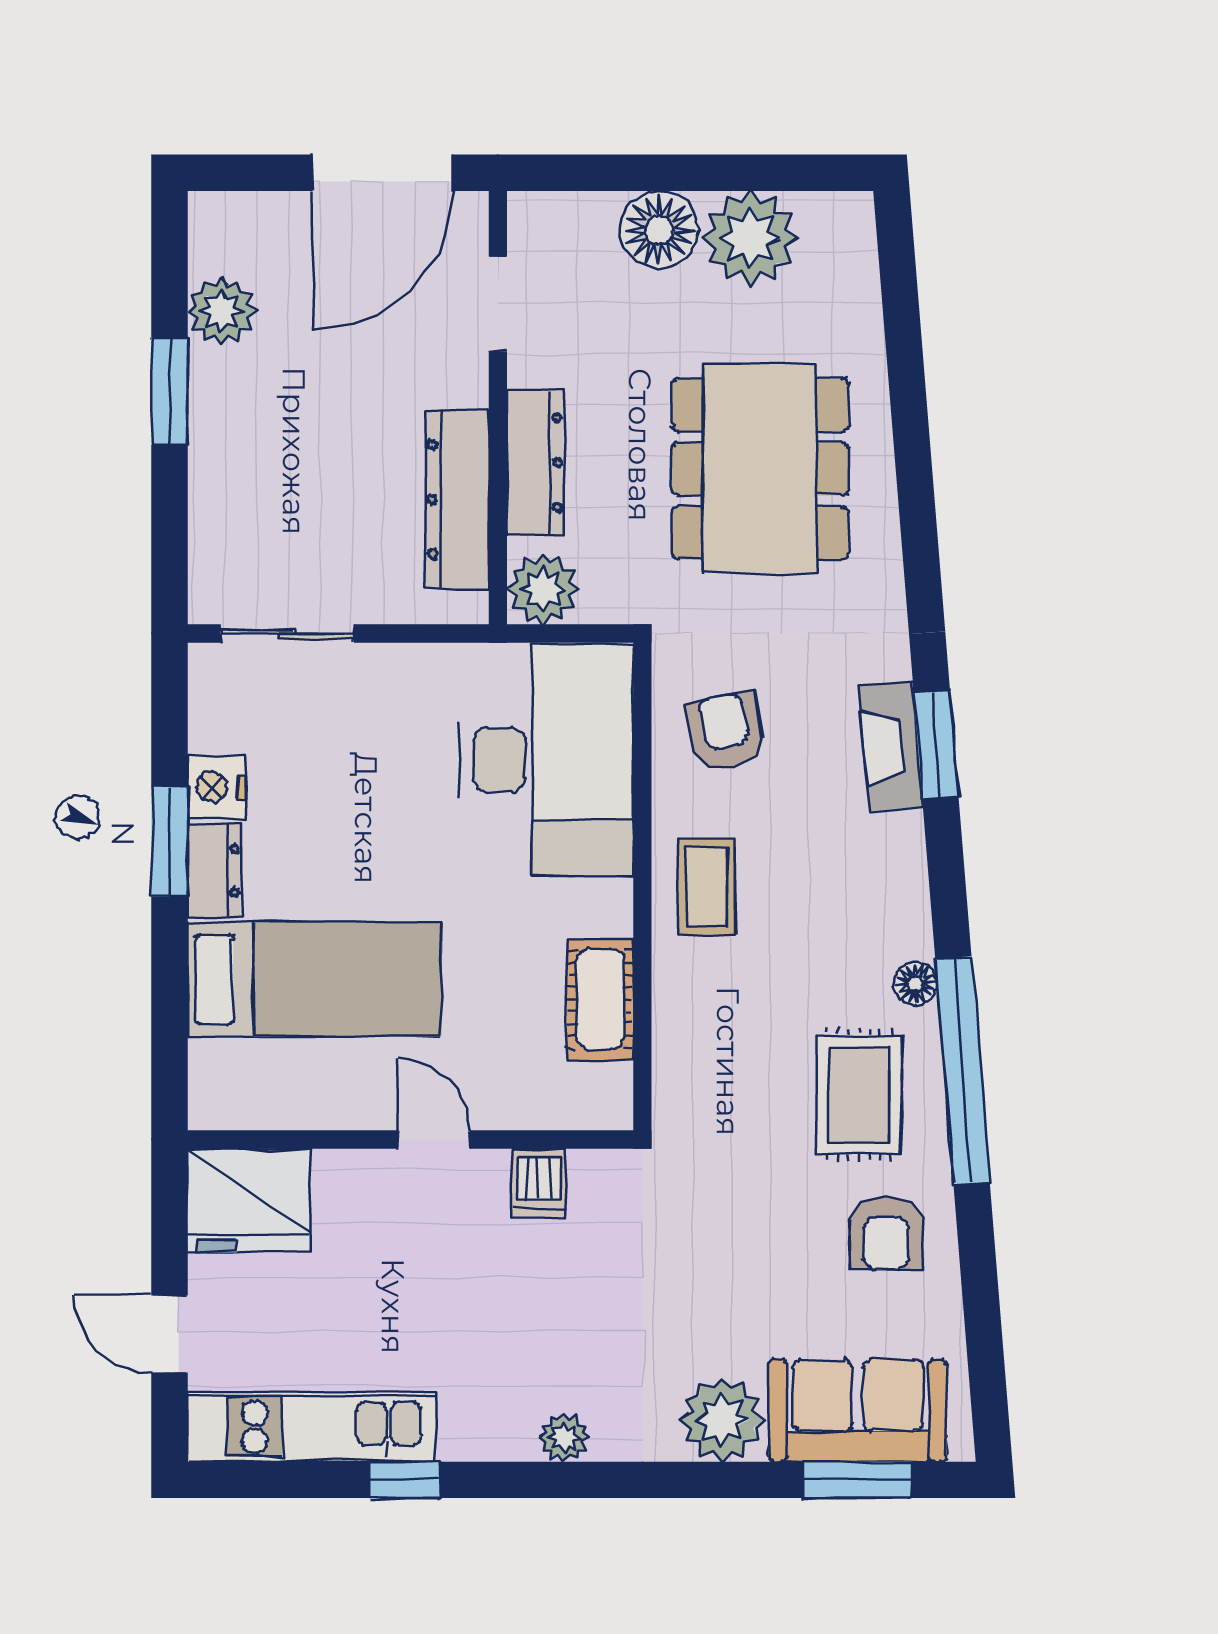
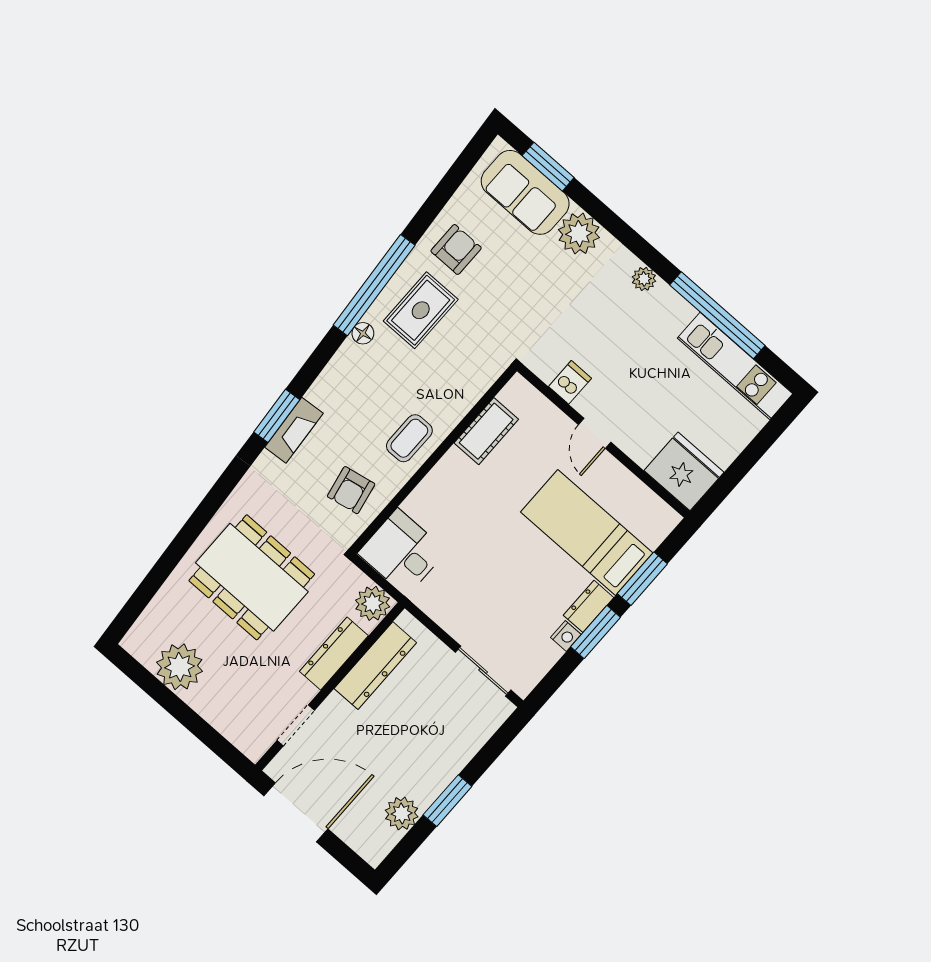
floor lamp: (659, 230) -> (211, 700), removed
dining table: (760, 469) -> (252, 577), turned 90
desk: (546, 760) -> (402, 552), width x0.53, depth x0.77
nightstand: (217, 787) -> (566, 636), width x0.72, depth x0.74
window: (169, 983) -> (642, 579), added
door: (169, 1334) -> (758, 447), removed
window: (405, 1480) -> (717, 315), width x3.17

